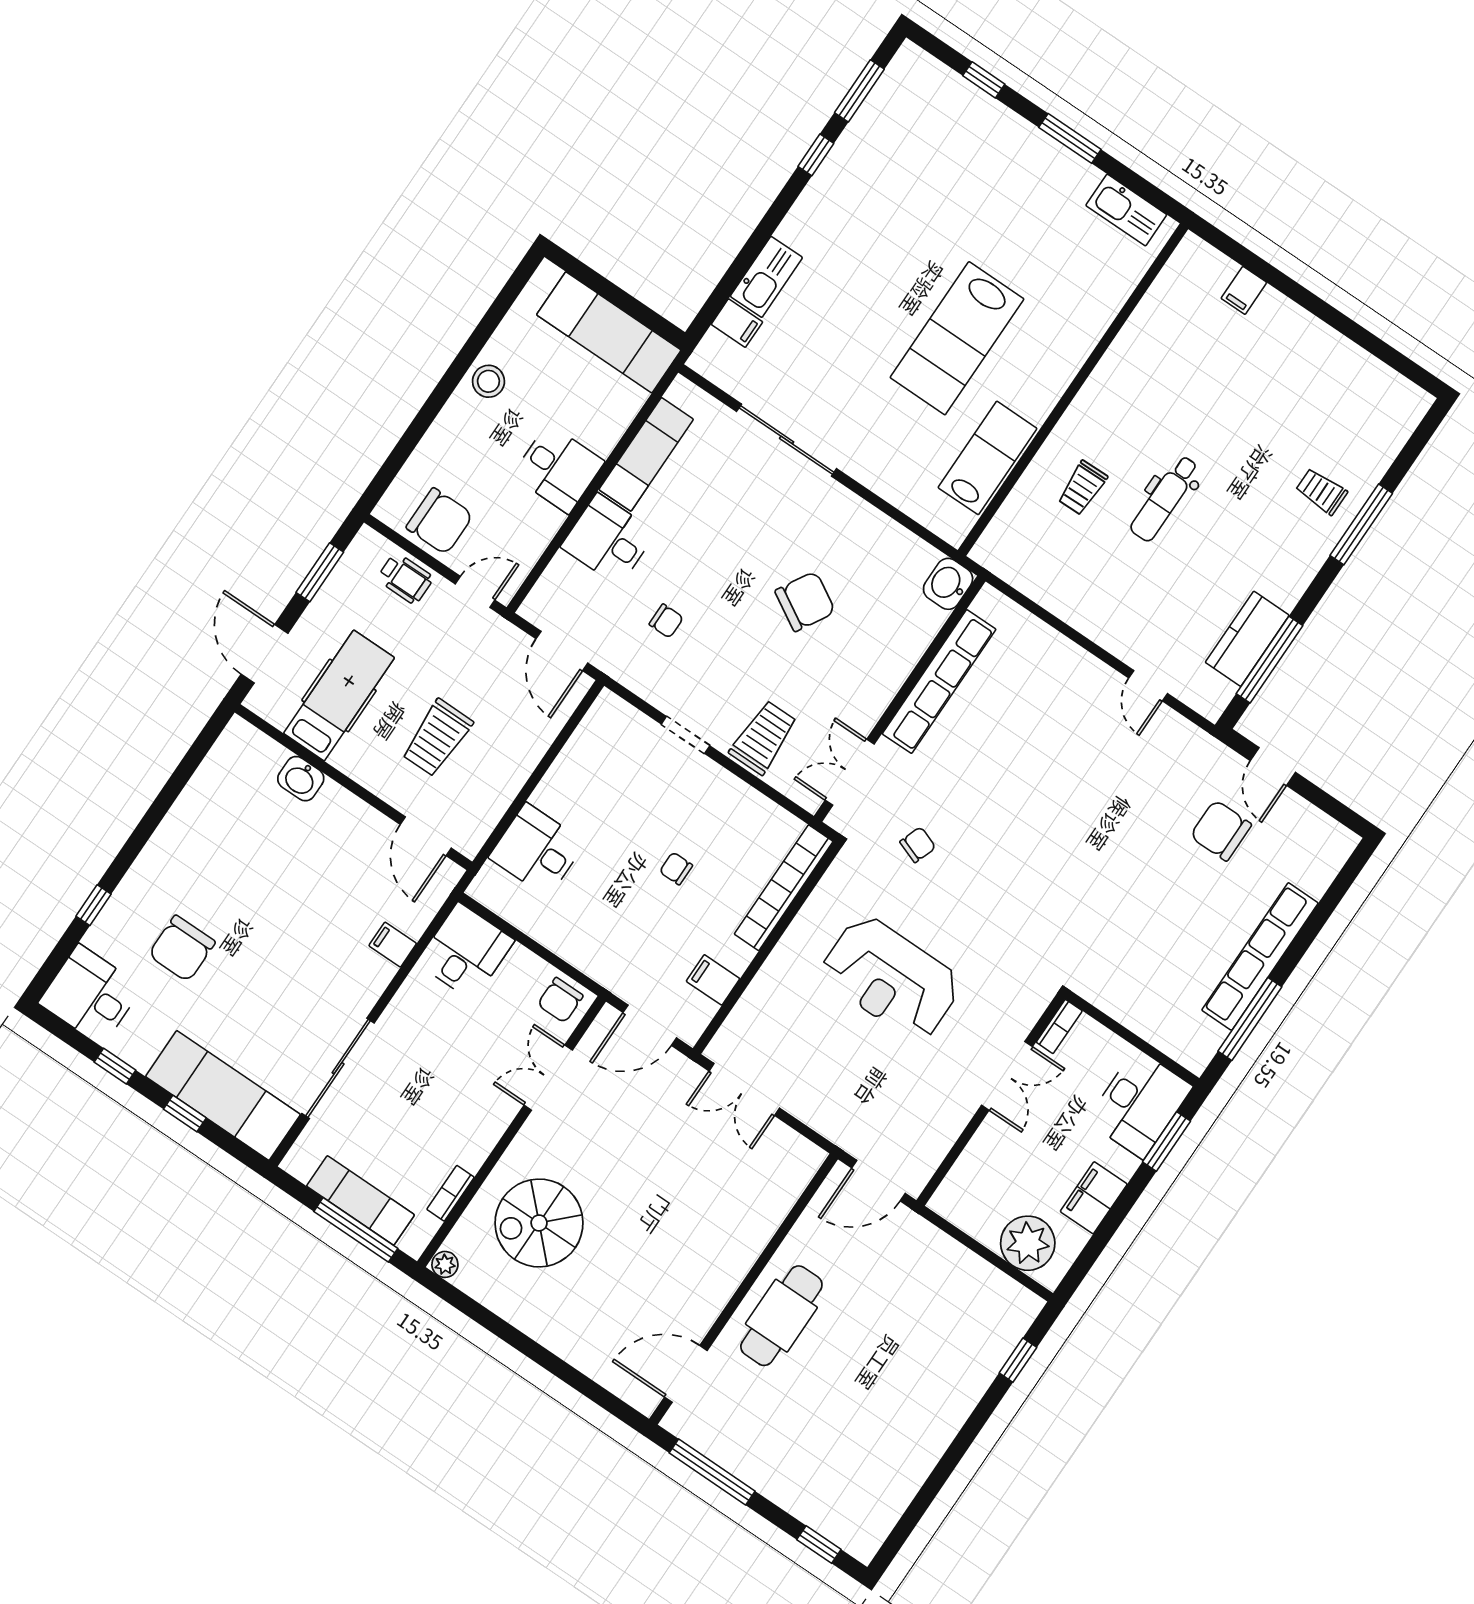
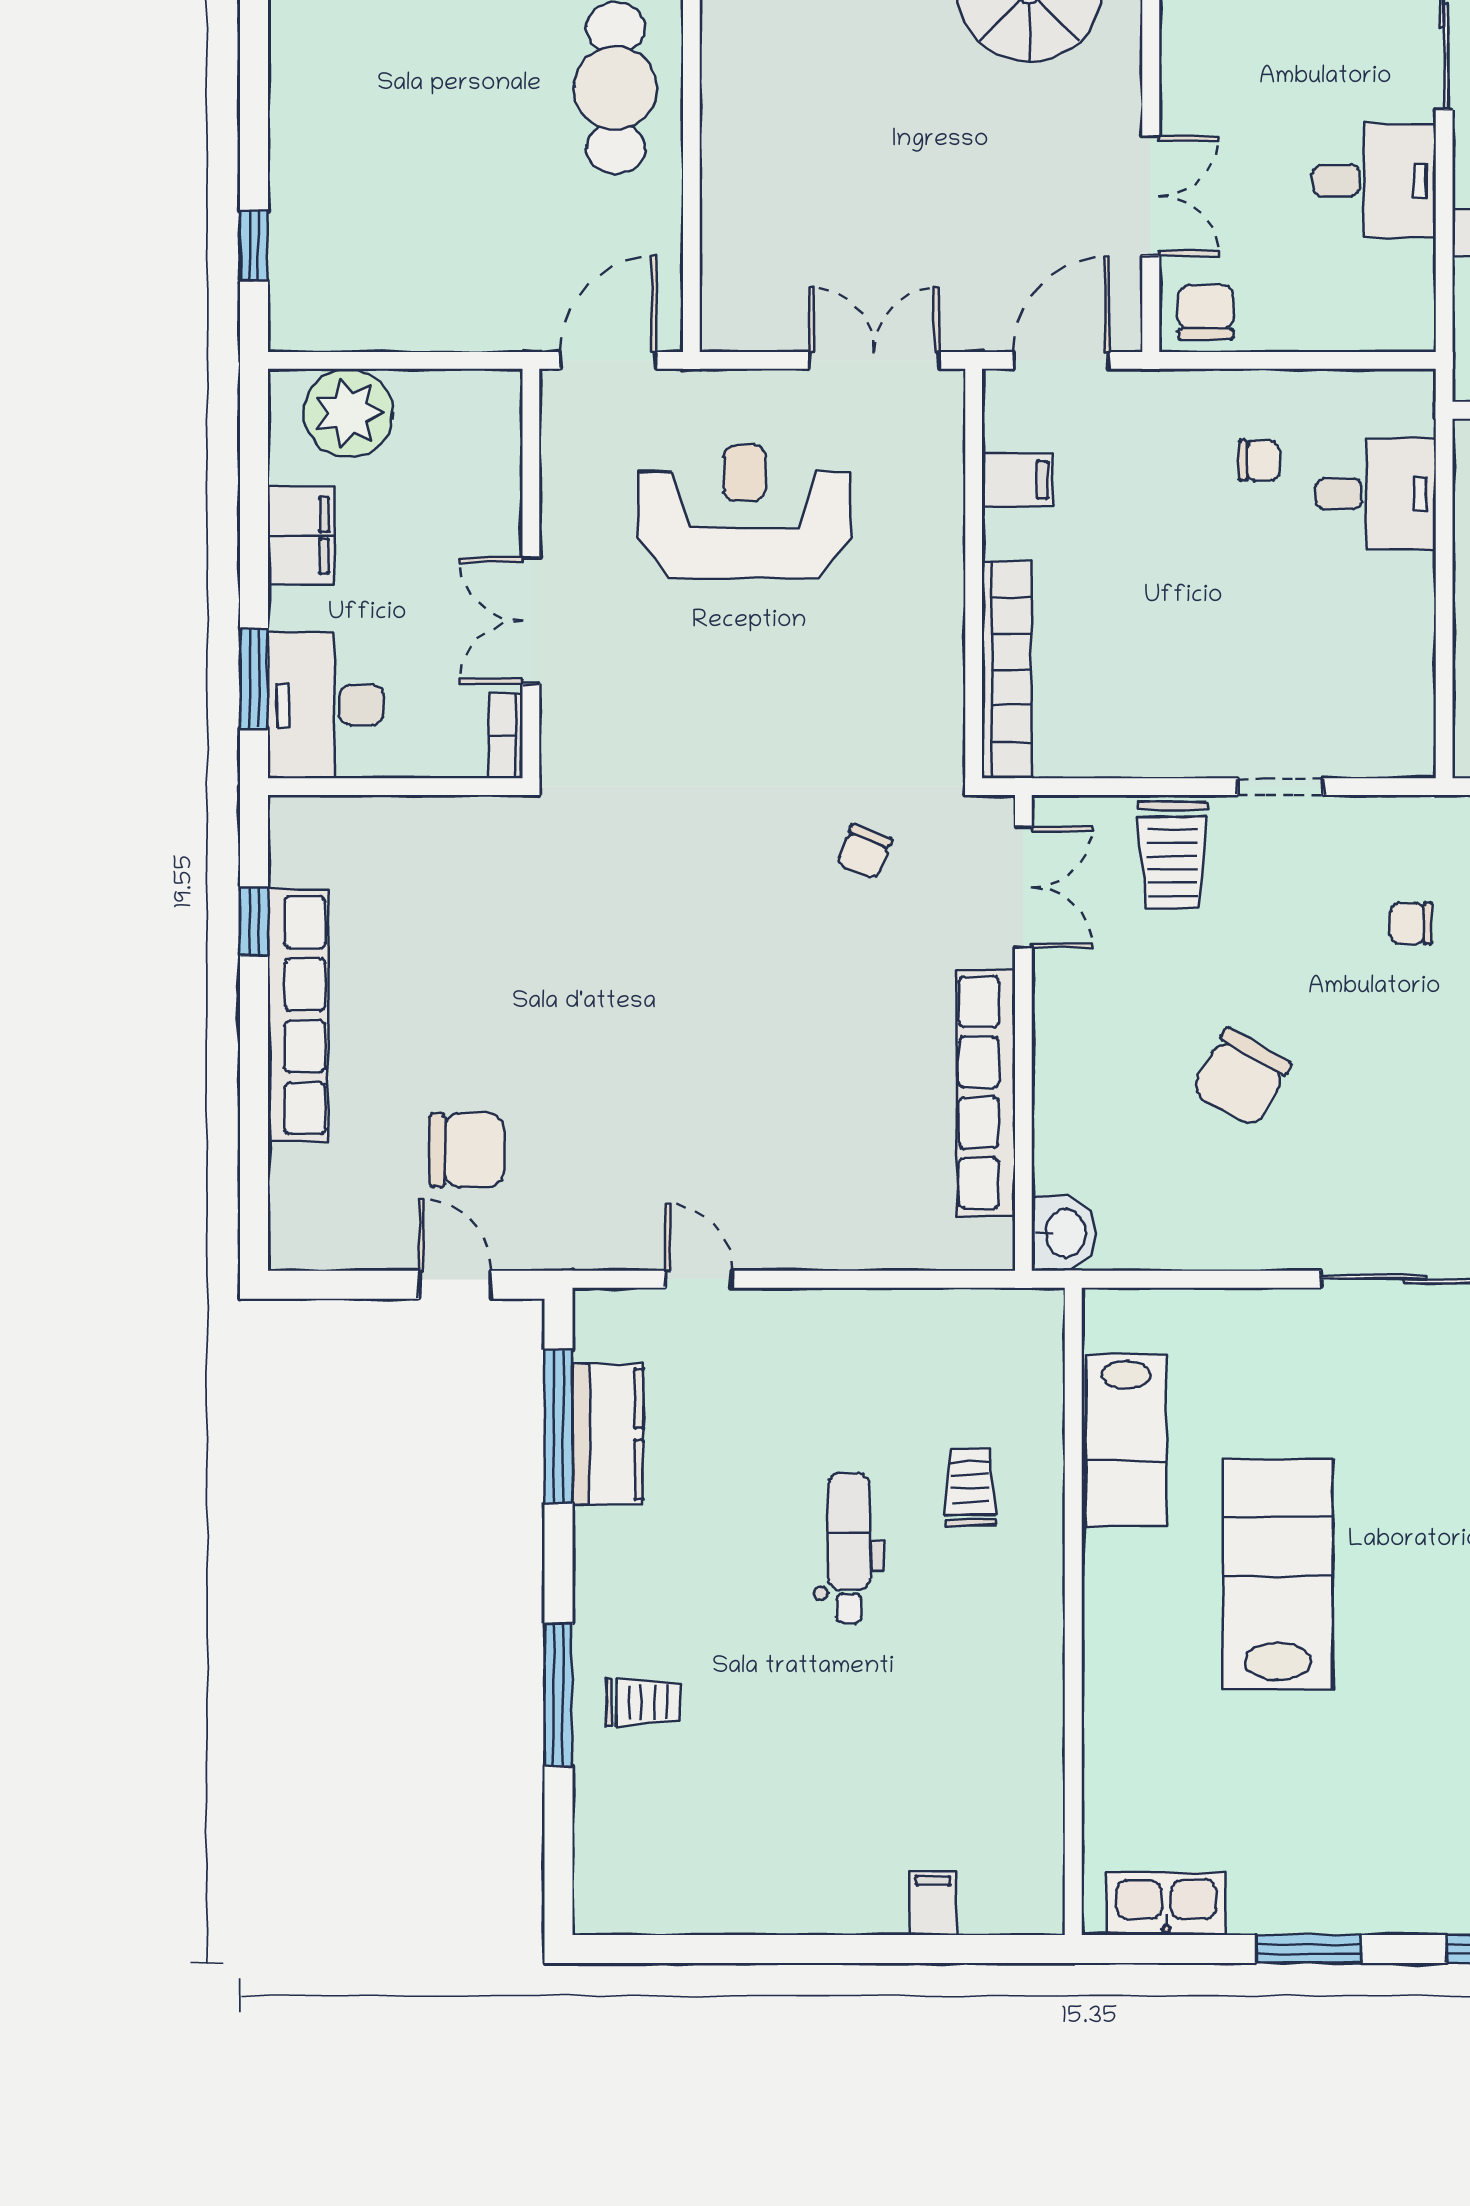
chair: (676, 868) -> (1259, 461), moved
desk: (466, 952) -> (1374, 180), moved, turned -90
reception desk: (891, 978) -> (745, 512), moved
window: (1250, 1019) -> (254, 921), width x0.46

